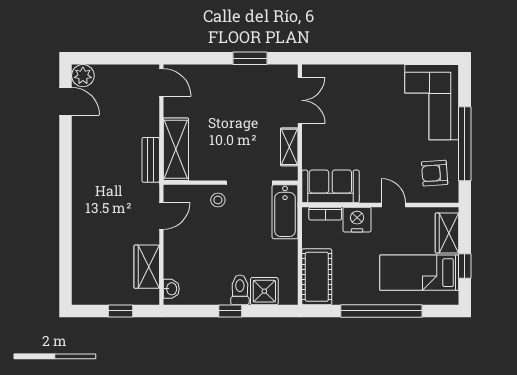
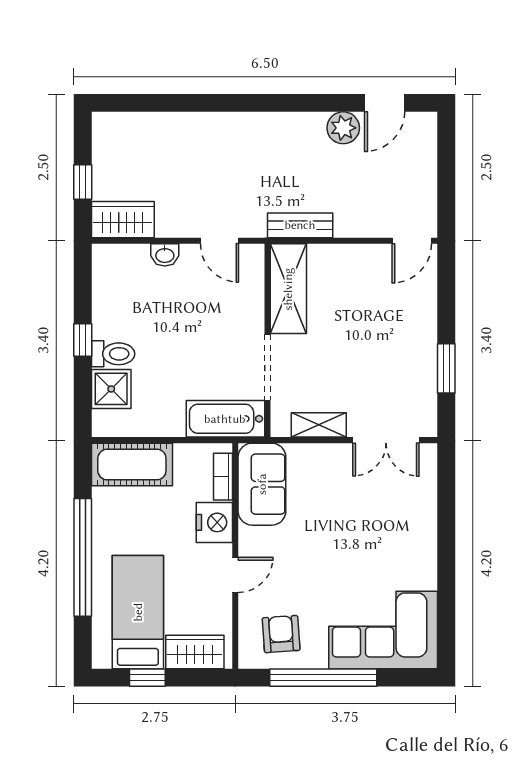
plant: (83, 76) -> (343, 128), moved
shelving: (176, 149) -> (288, 289), moved, turned 90
stool: (218, 200) -> (242, 322), removed
wardrobe: (147, 267) -> (123, 220), moved
washbasin: (171, 289) -> (165, 255), moved

